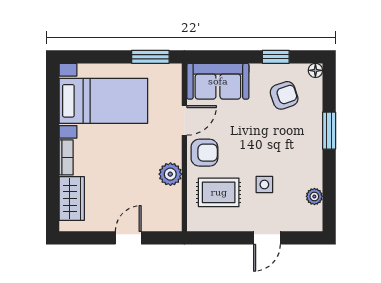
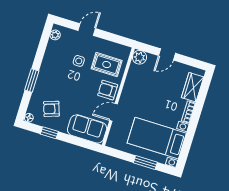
window: (150, 57) -> (145, 162), moved
plant: (170, 174) -> (139, 57), moved
plant: (314, 196) -> (55, 35), moved

